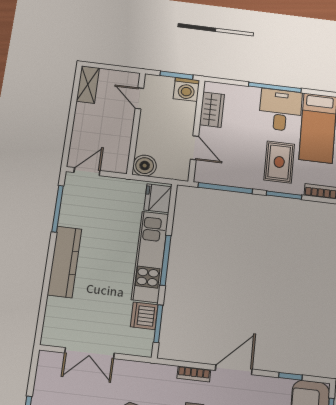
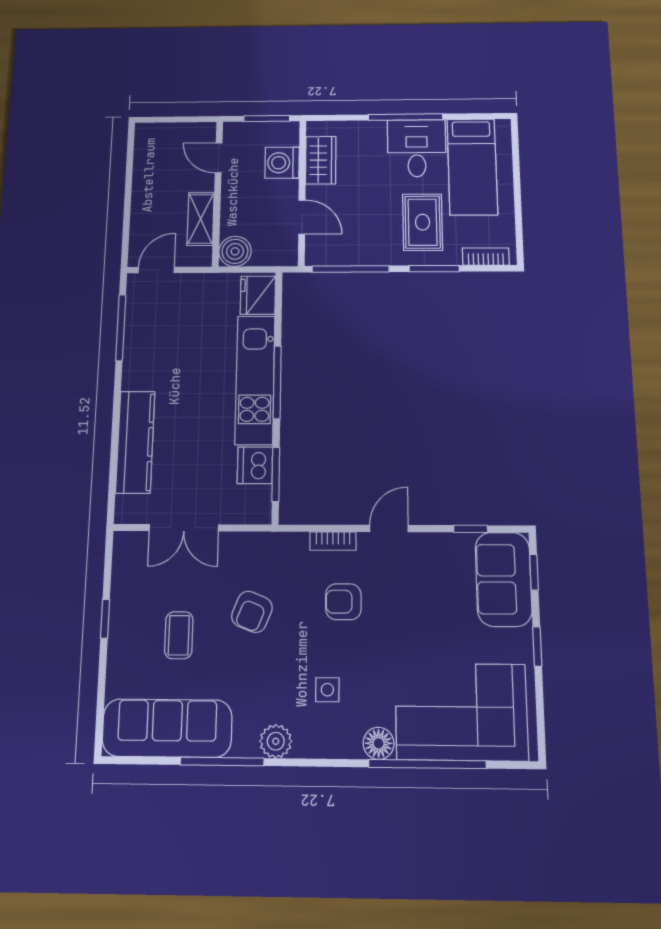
shelving: (88, 85) -> (201, 219), moved
washing machine: (186, 89) -> (282, 163), moved, turned 90
kitchen counter: (65, 262) -> (135, 442), moved
door: (234, 370) -> (389, 529), width x0.73

